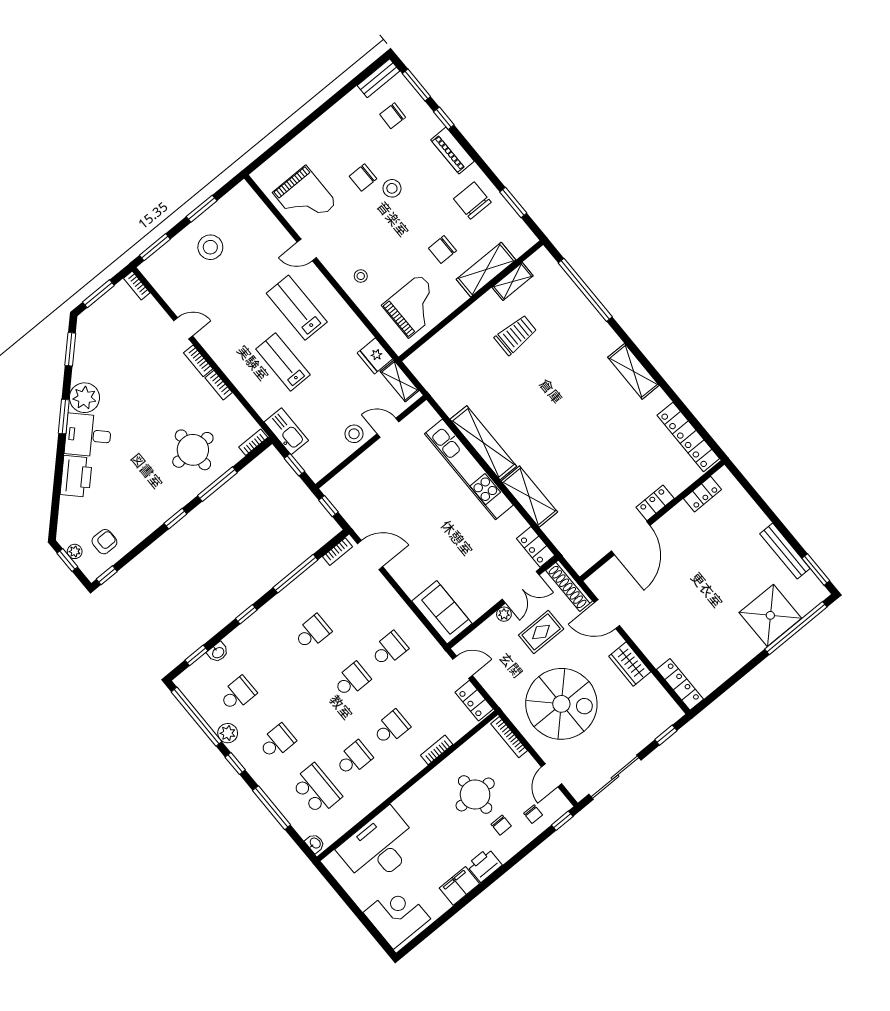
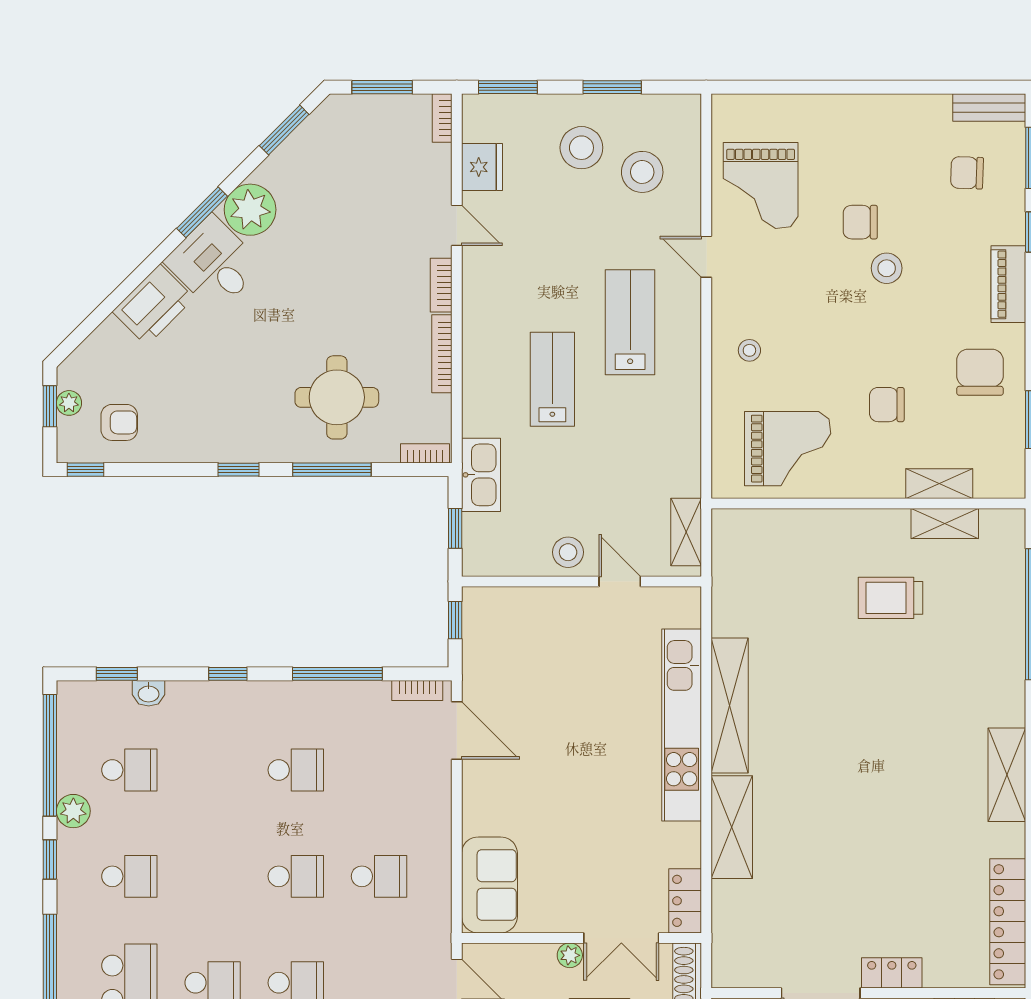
stool: (247, 236) -> (642, 172), added
shelving: (486, 270) -> (939, 484), width x0.67, depth x0.75
trolley: (516, 335) -> (891, 598), turned 180
fridge: (375, 356) -> (482, 167), moved, turned 180
bookcase: (219, 385) -> (442, 354), width x1.56

